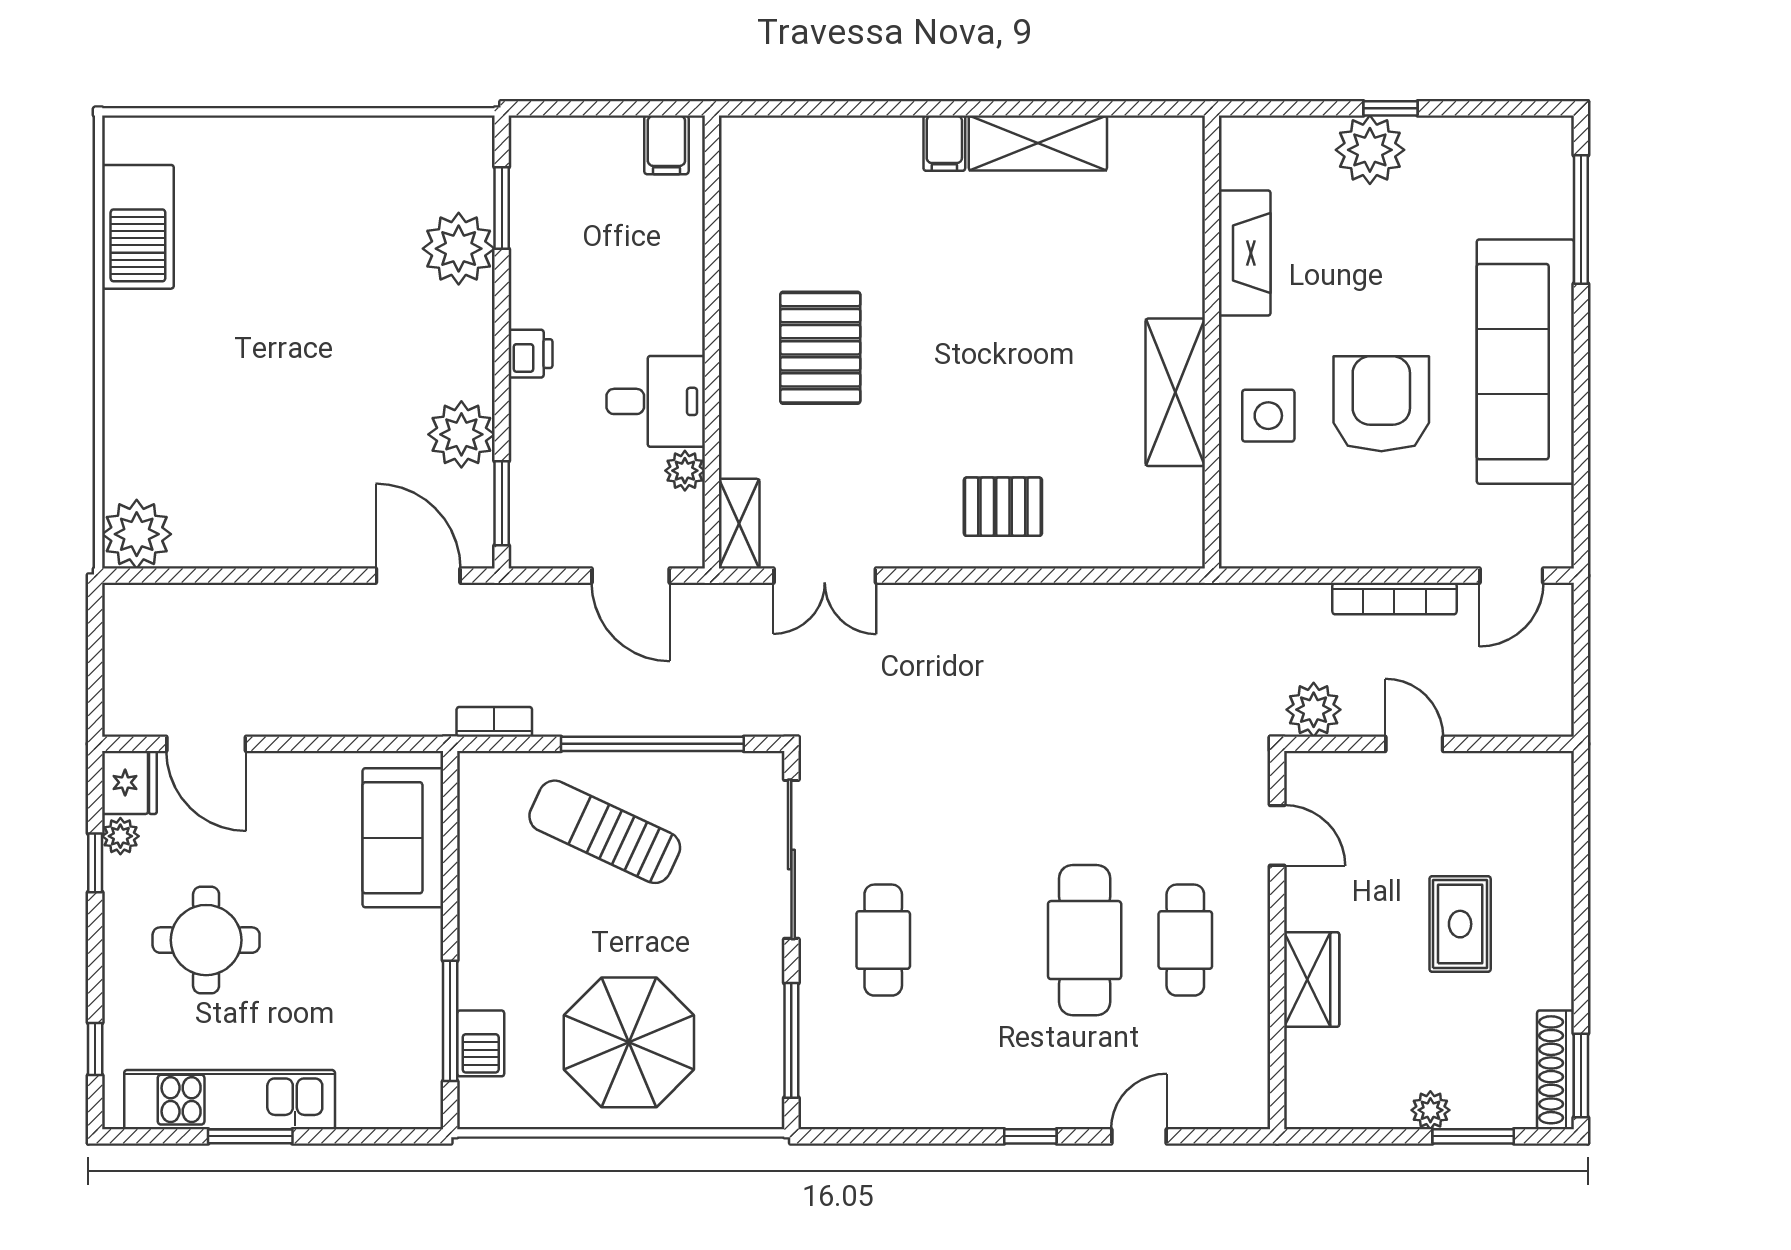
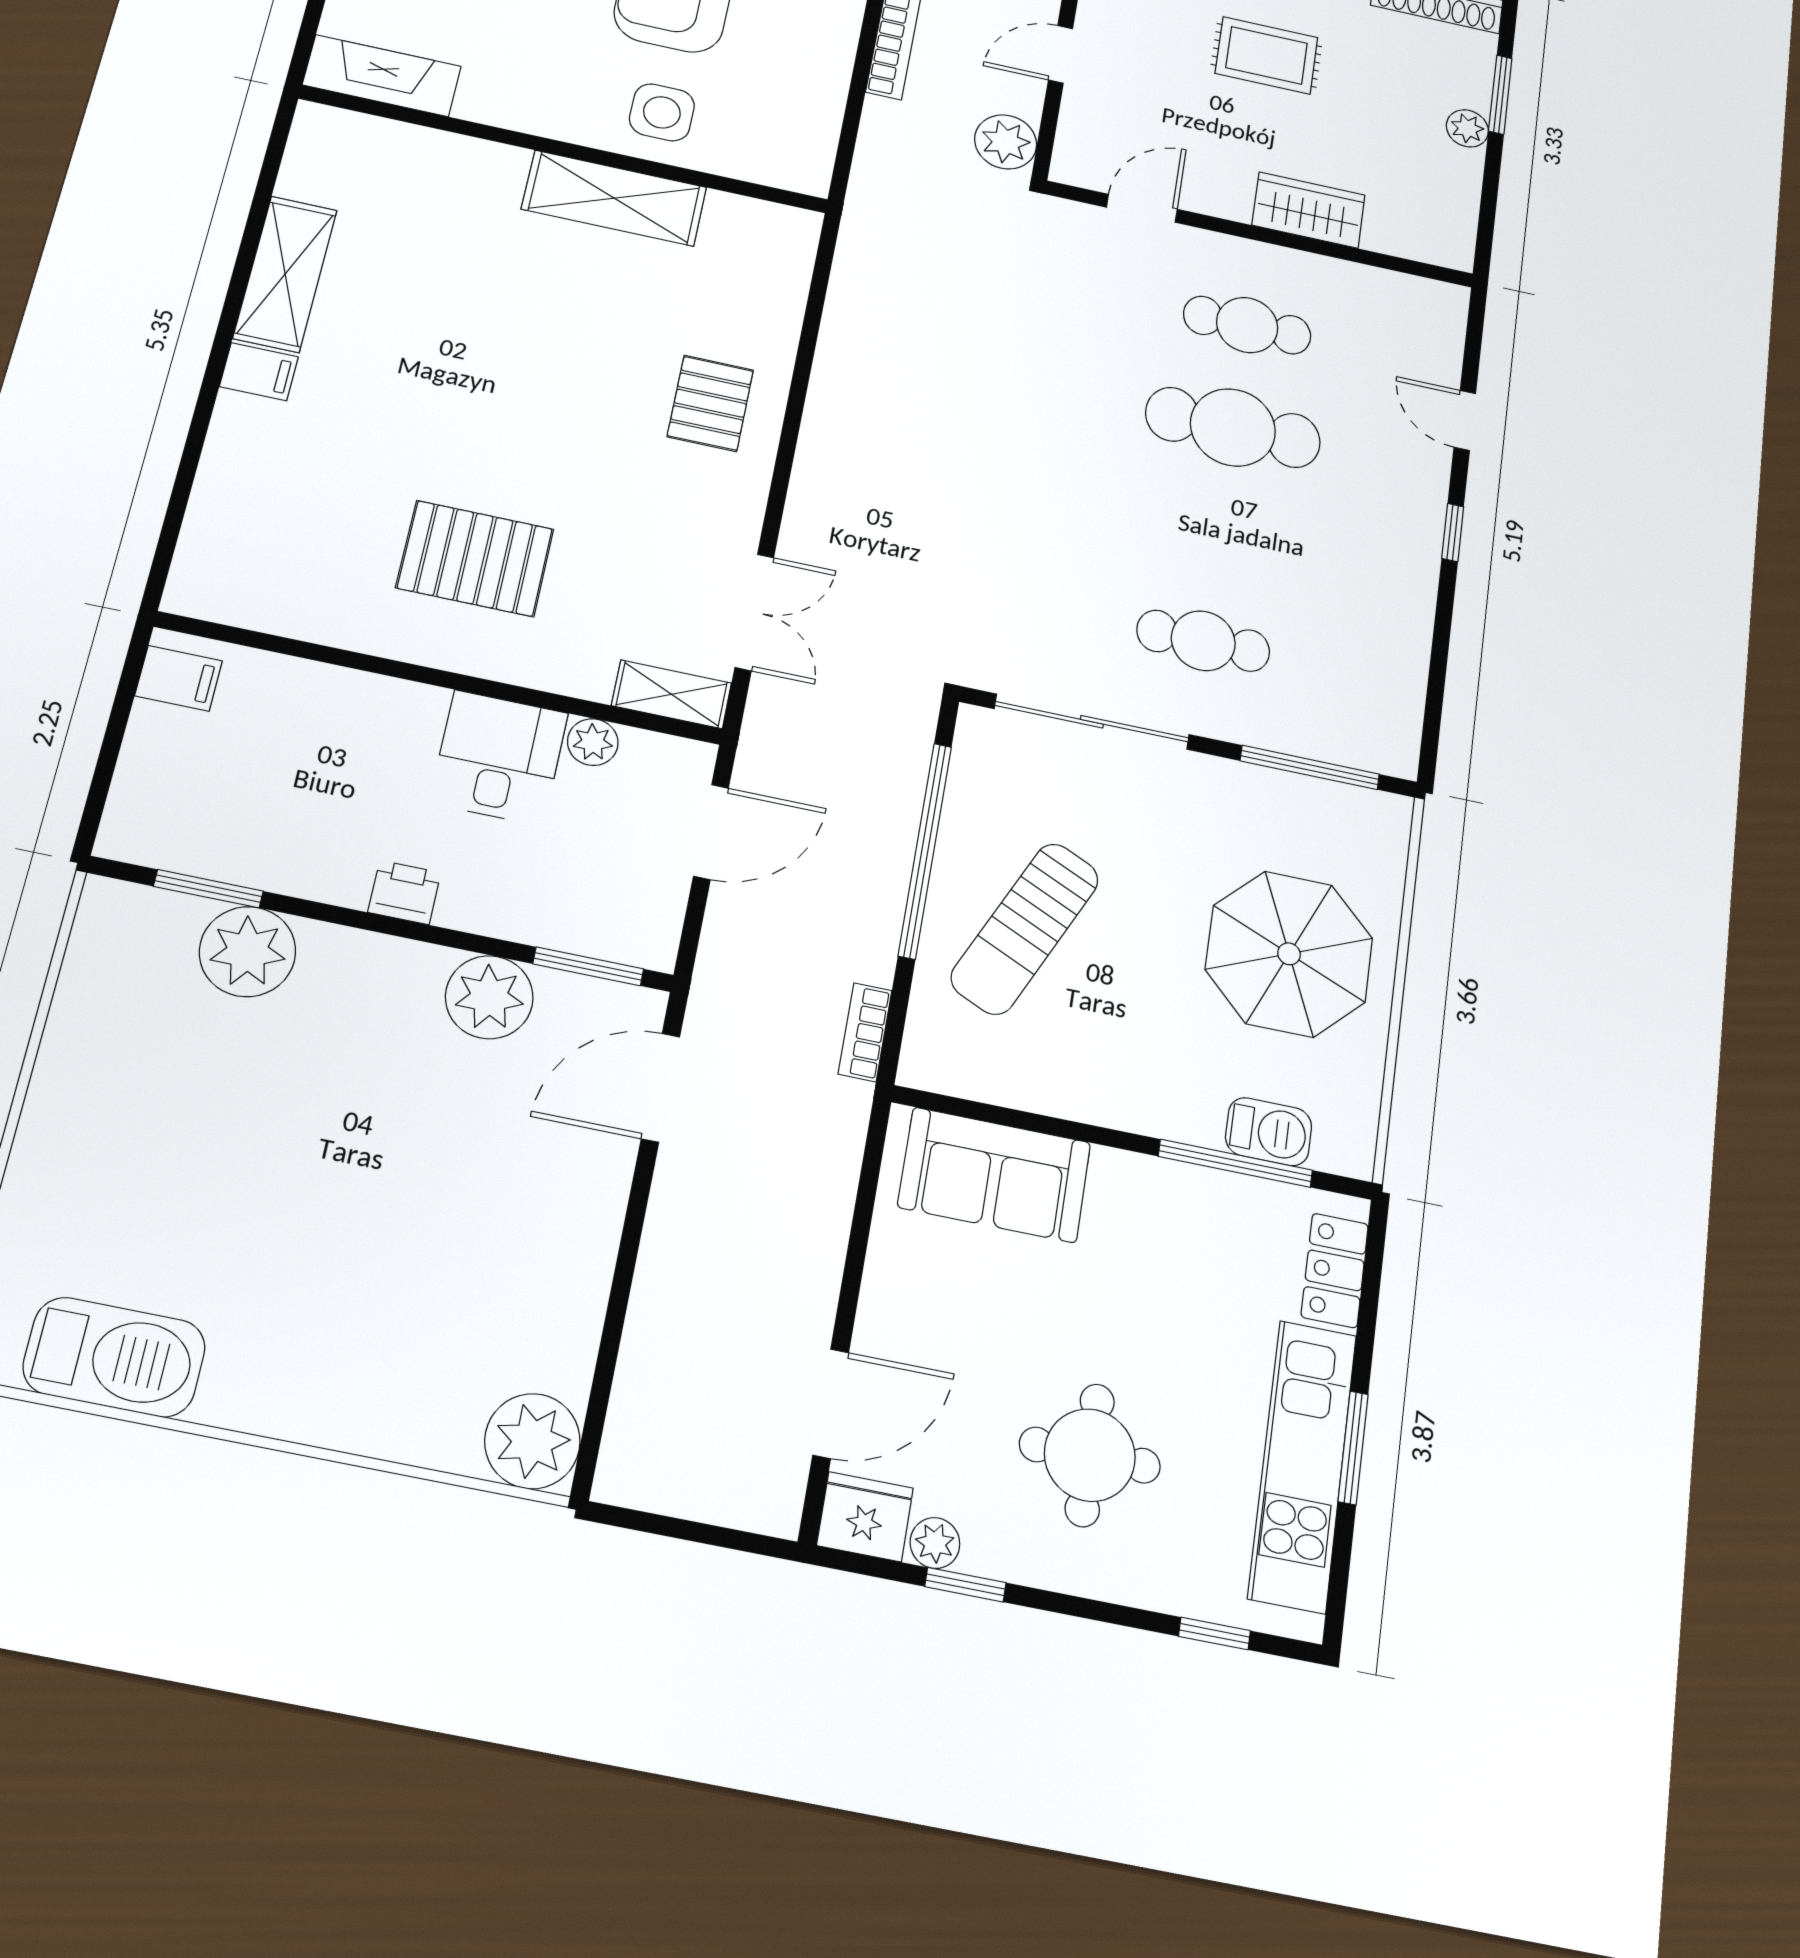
fireplace: (1245, 253) -> (382, 76), moved
locker: (382, 1107) -> (1335, 1270), added

